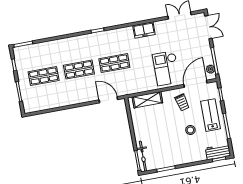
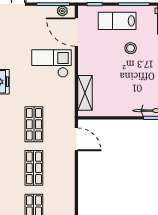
checkout: (166, 68) -> (52, 64), turned 180
door: (108, 100) -> (76, 139), swing flipped
trolley: (182, 102) -> (96, 52), removed

